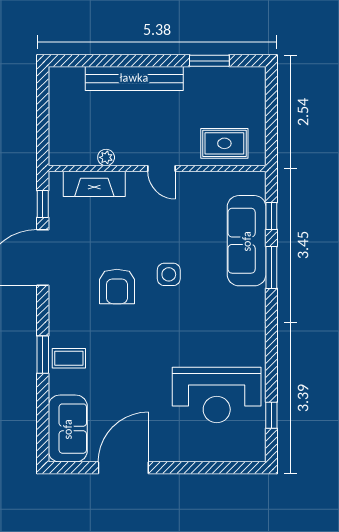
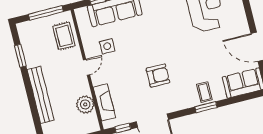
window: (271, 122) -> (46, 13), added
plant: (106, 157) -> (85, 104), width x1.87, depth x1.87
side table: (169, 274) -> (107, 46), moved

